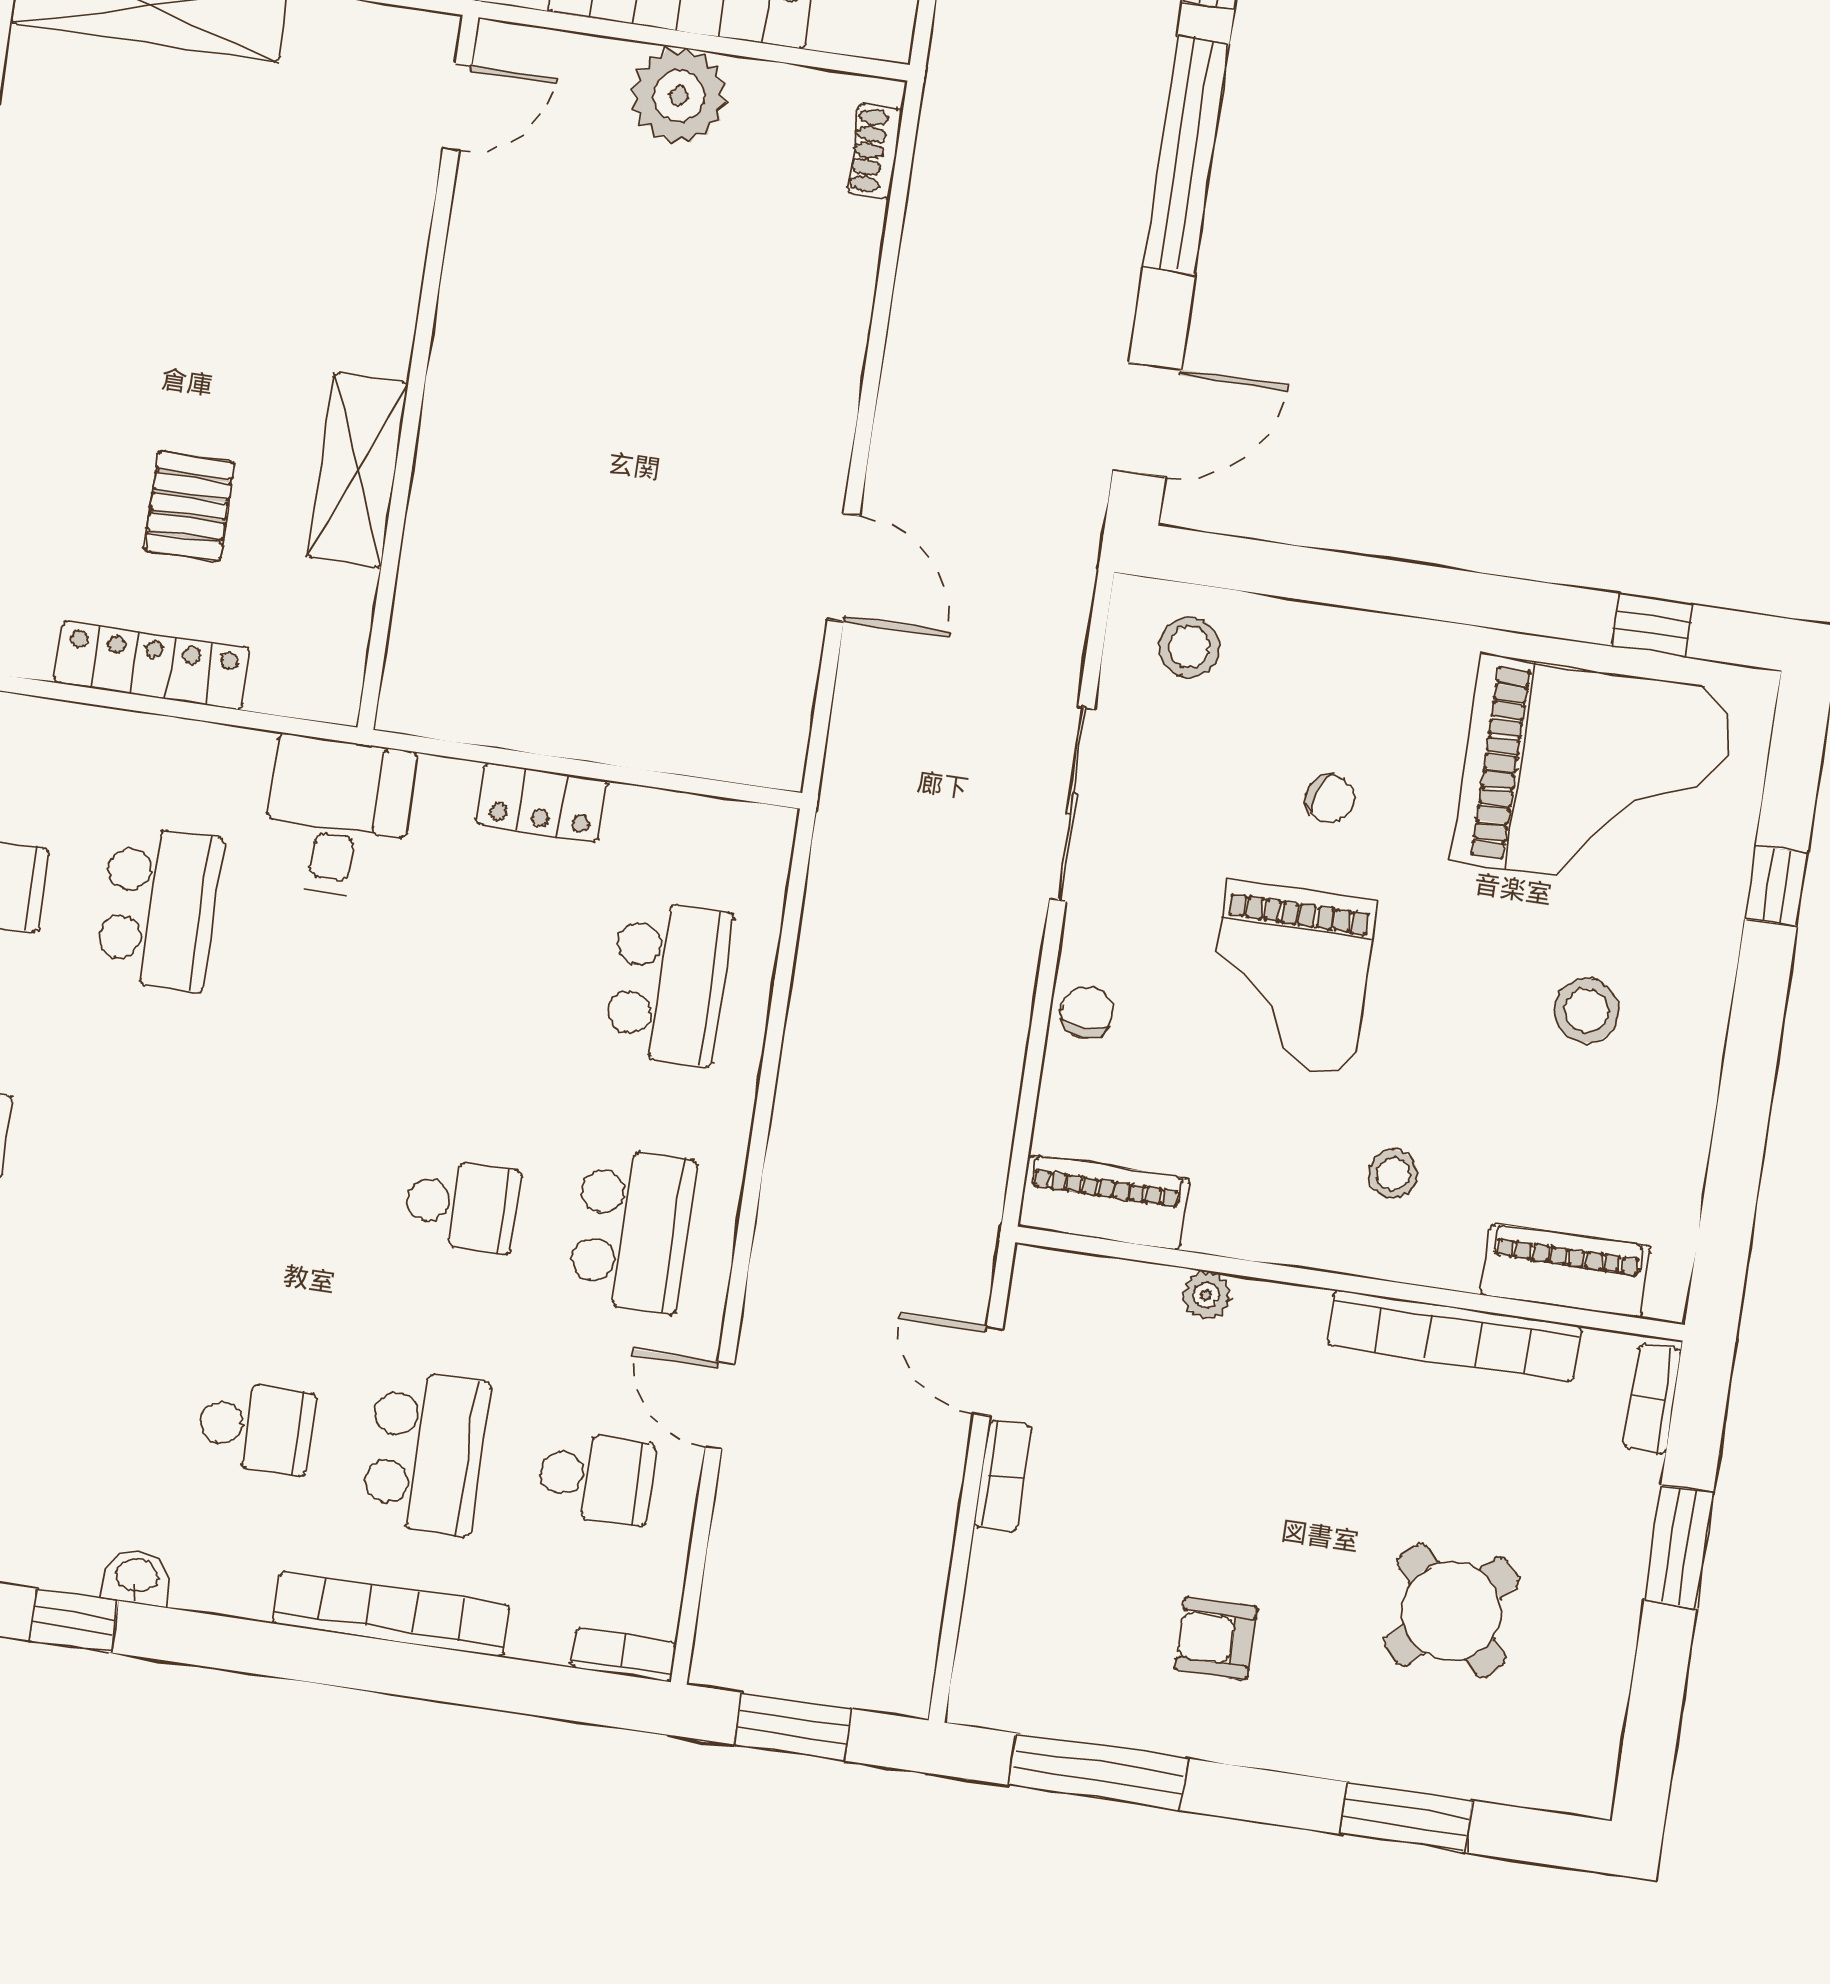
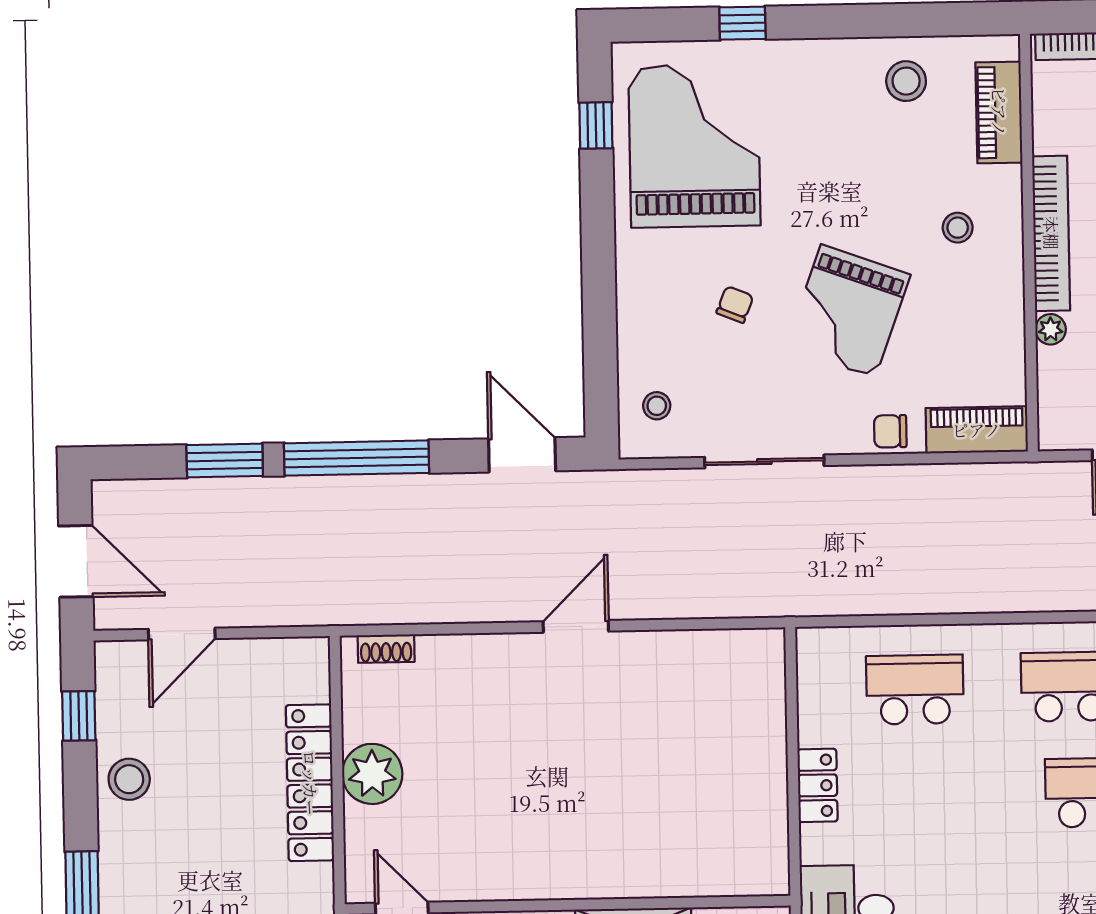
door: (844, 568) -> (576, 626), moved
stool: (1189, 647) -> (657, 406), width x0.73, depth x0.73
grand piano: (1289, 977) -> (848, 311), turned 110
stool: (1587, 1010) -> (906, 81), moved
piano: (1104, 1202) -> (977, 430), moved, turned 90
bookcase: (1454, 1336) -> (1051, 233), moved

